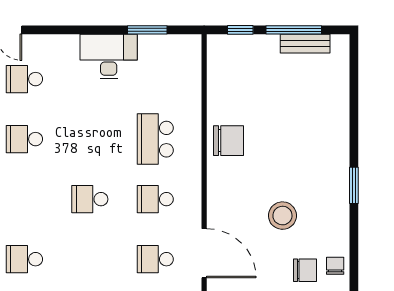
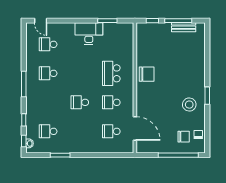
stool: (282, 216) -> (189, 105), moved

